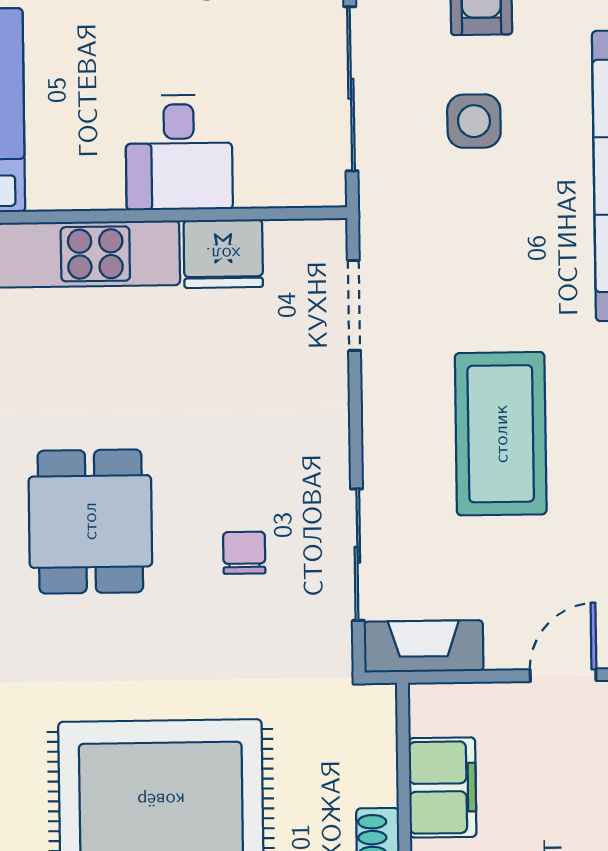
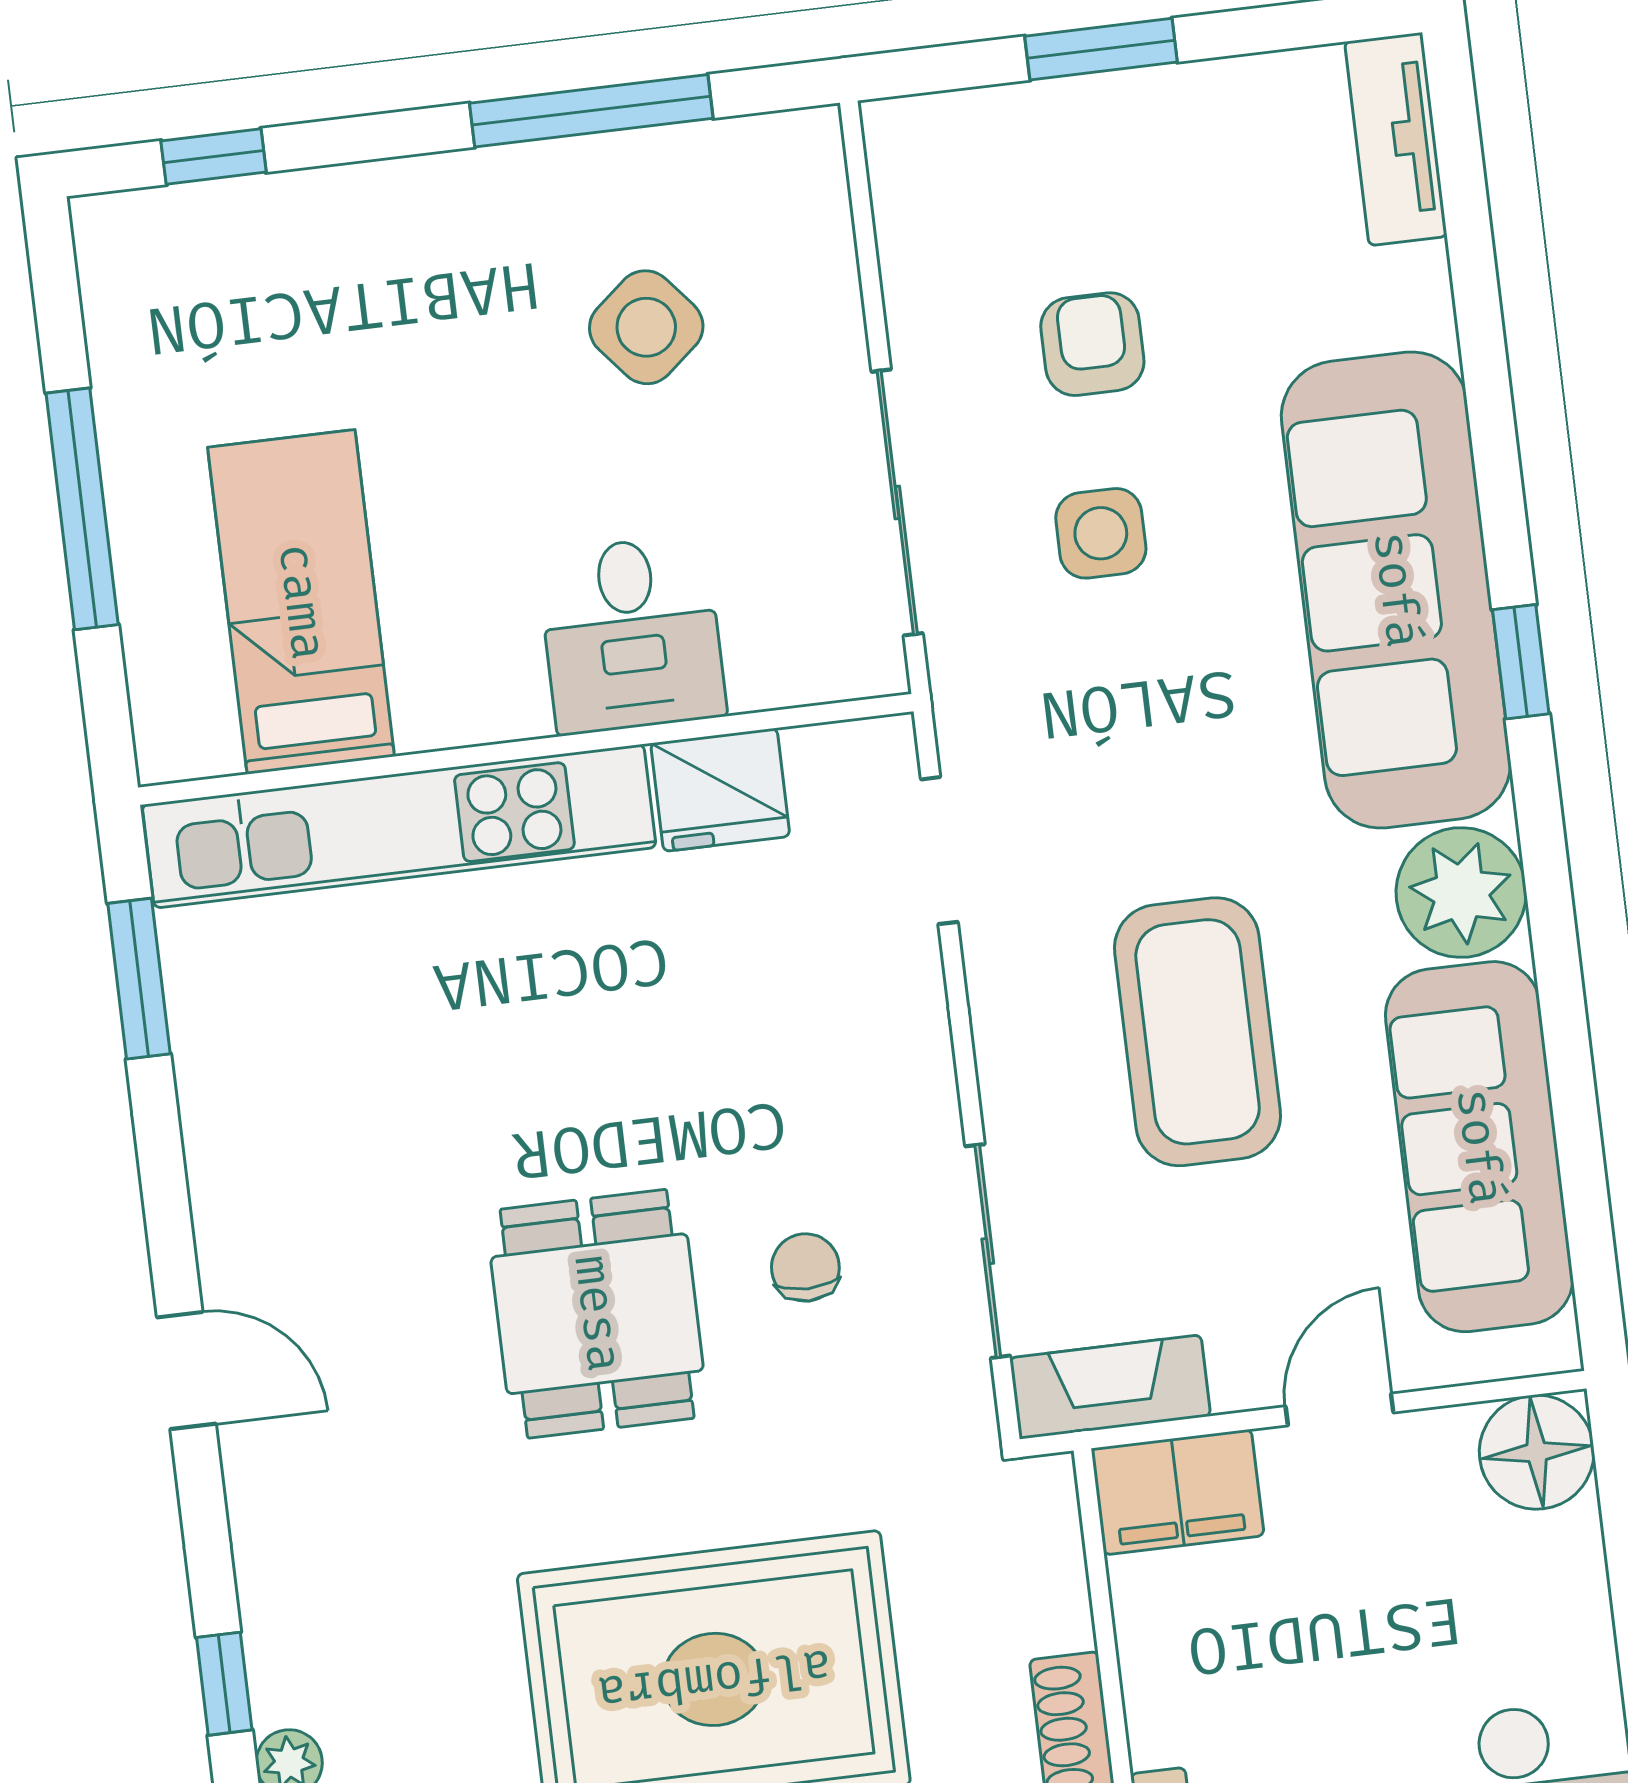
dining table: (90, 521) -> (597, 1314), moved
filing cabinet: (443, 787) -> (1178, 1492), moved, turned 90

